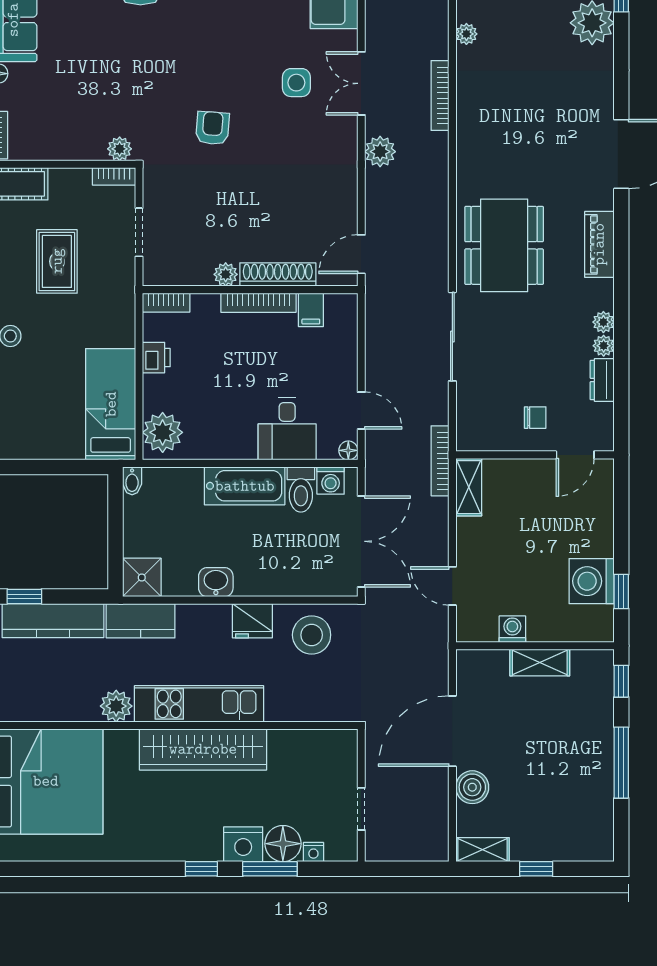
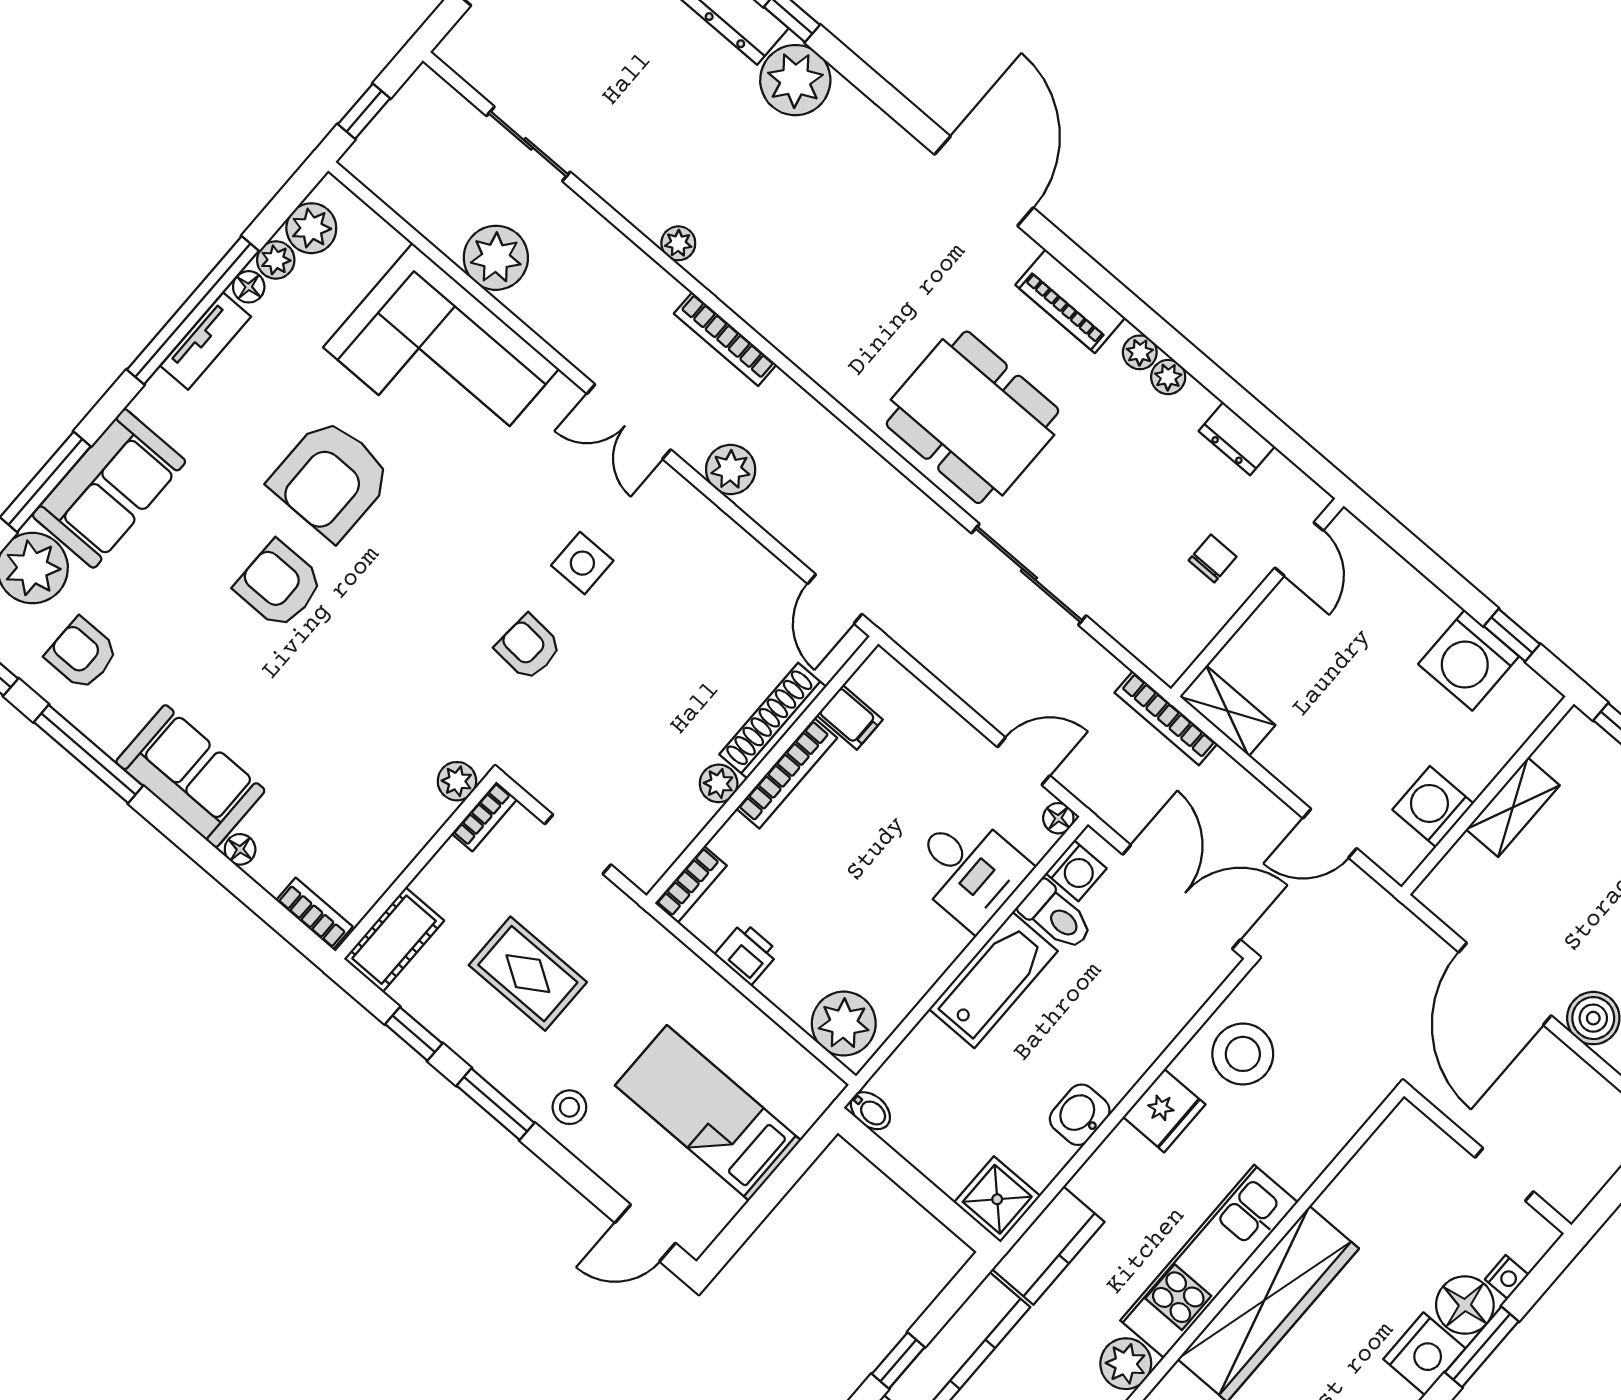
side table: (296, 83) -> (582, 563), moved
plant: (604, 346) -> (1140, 352), moved
bed: (111, 404) -> (708, 1113), moved
washing machine: (512, 629) -> (1433, 807), width x1.38, depth x1.38

